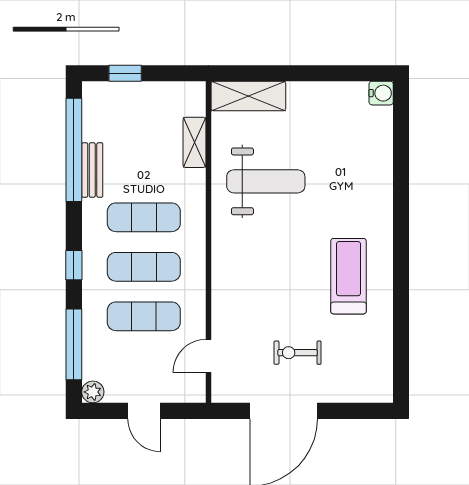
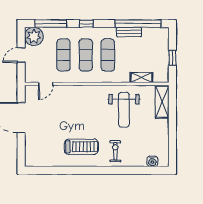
window: (125, 73) -> (172, 58), moved
water cooler: (381, 93) -> (152, 161), moved
exercise bike: (297, 353) -> (115, 151), moved
door: (208, 356) -> (46, 84), swing flipped
plant: (93, 392) -> (34, 36), width x1.88, depth x1.88

